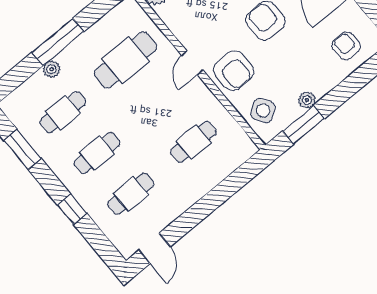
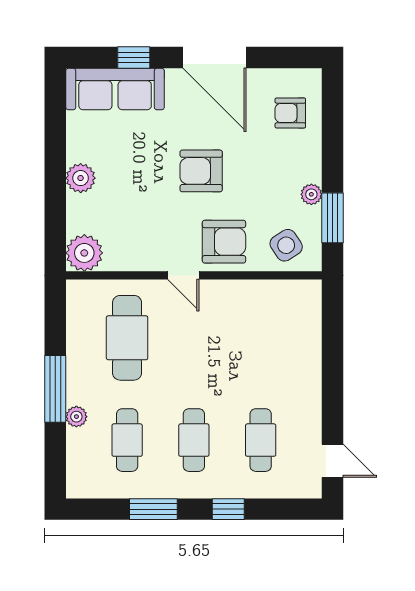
cafe table: (193, 142) -> (261, 338), removed
window: (23, 150) -> (153, 509), moved

